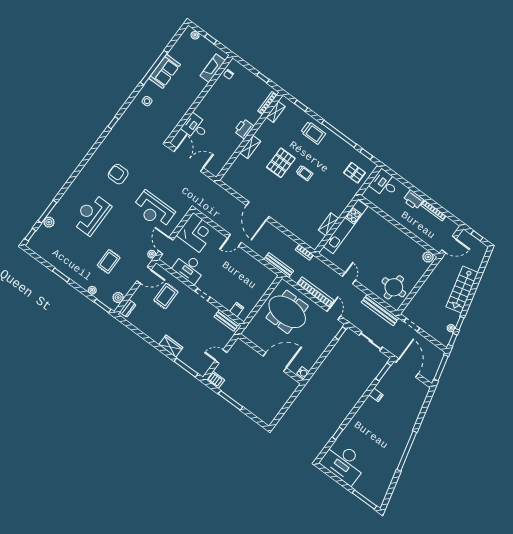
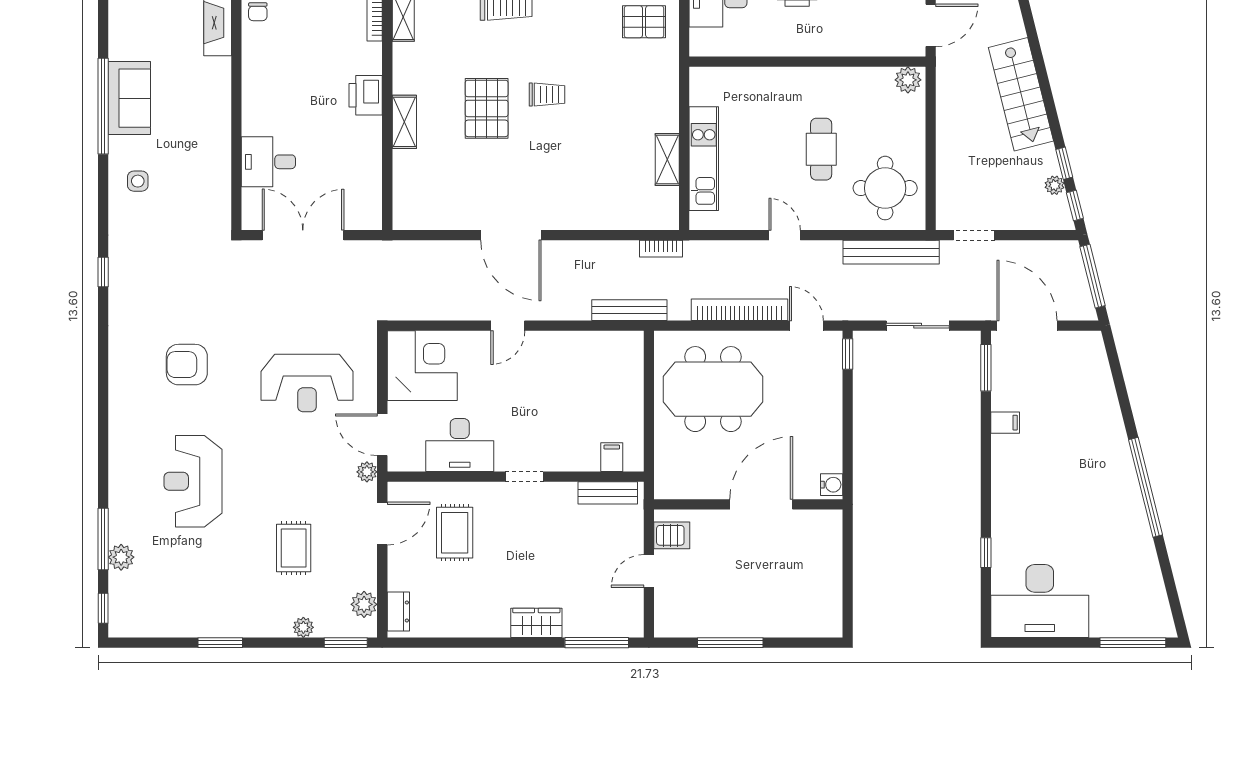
kitchen unit: (345, 227) -> (704, 159), width x0.73
cafe table: (382, 259) -> (821, 149), added
server rack: (216, 380) -> (672, 535), moved

